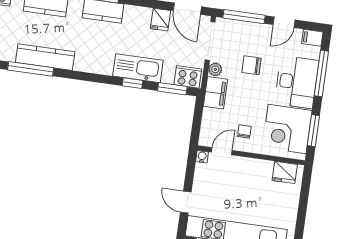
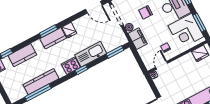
fridge: (160, 20) -> (69, 30), moved
cooker: (188, 77) -> (71, 66), moved
window: (132, 83) -> (81, 70), moved

